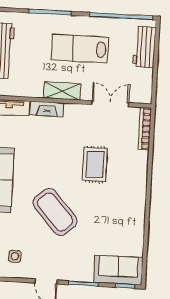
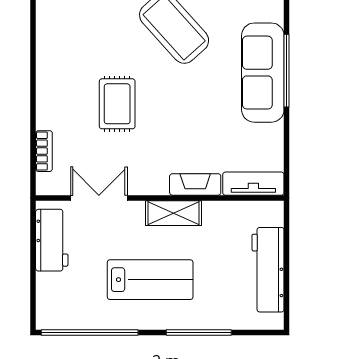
workbench: (144, 47) -> (52, 240), moved
double door: (110, 104) -> (99, 198), swing flipped
bookcase: (145, 129) -> (44, 151), width x0.64

